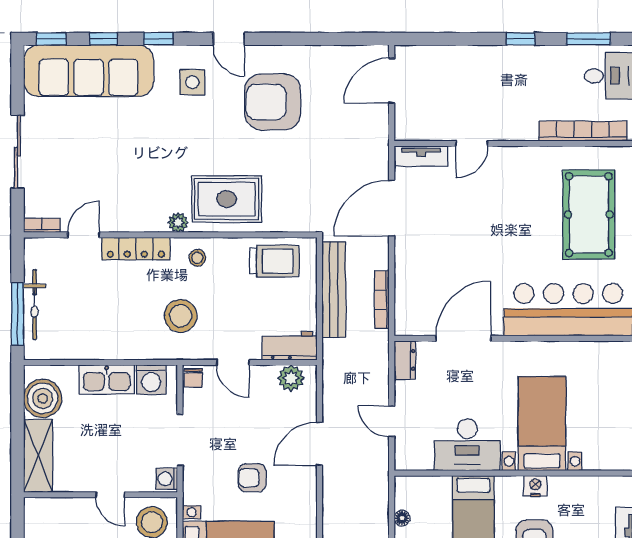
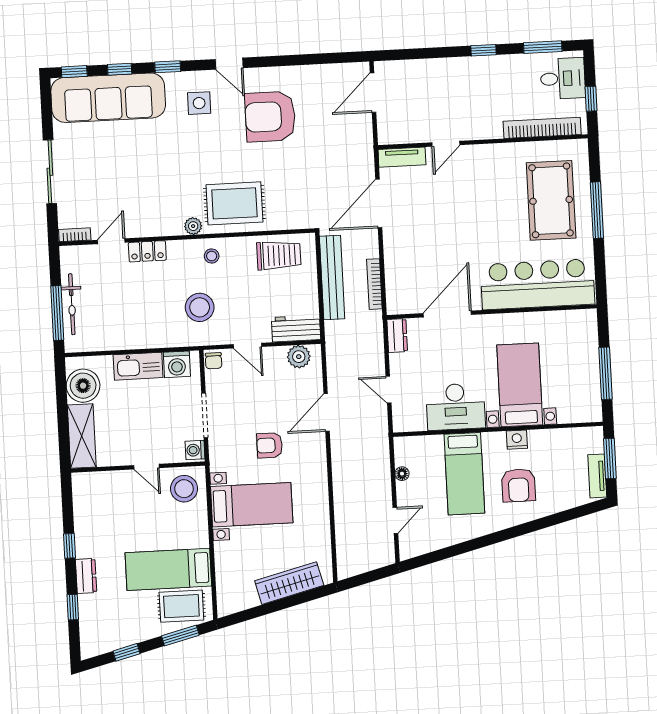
locker: (136, 249) -> (147, 251), width x0.66

